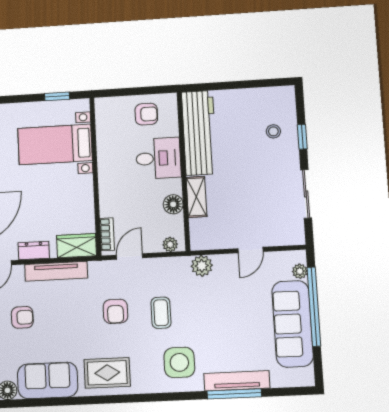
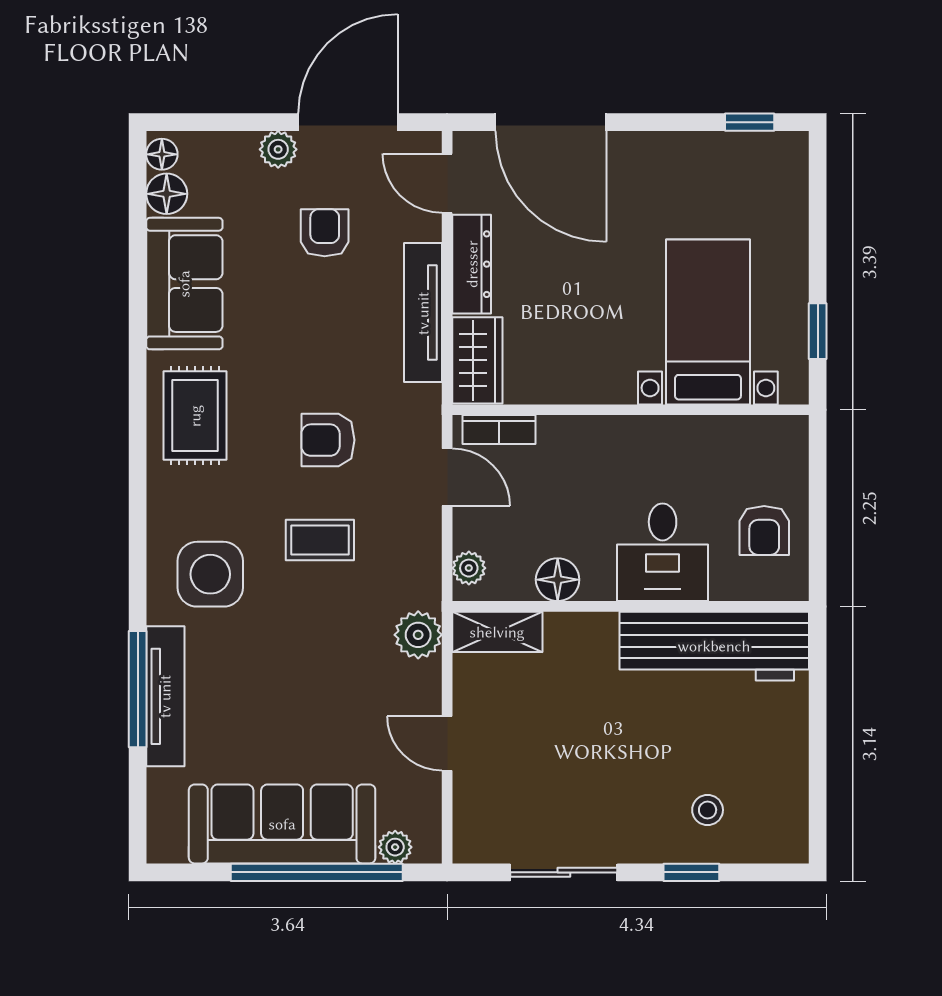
shelving: (196, 197) -> (497, 632), moved
dresser: (34, 251) -> (472, 264), width x1.44
armchair: (22, 317) -> (325, 233), turned 180

